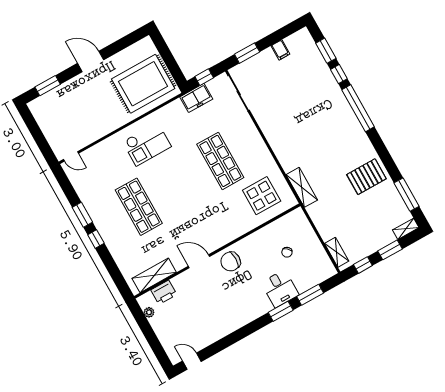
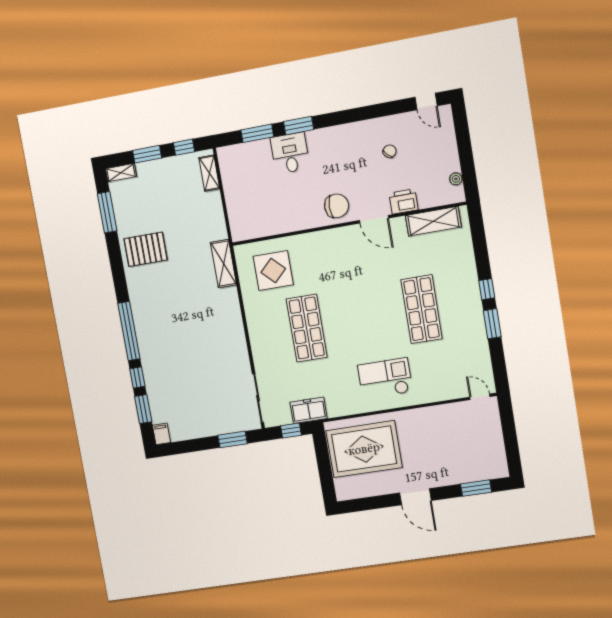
filing cabinet: (280, 50) -> (161, 434), moved
chair: (287, 252) -> (390, 151), moved
printer: (164, 292) -> (404, 201), moved

